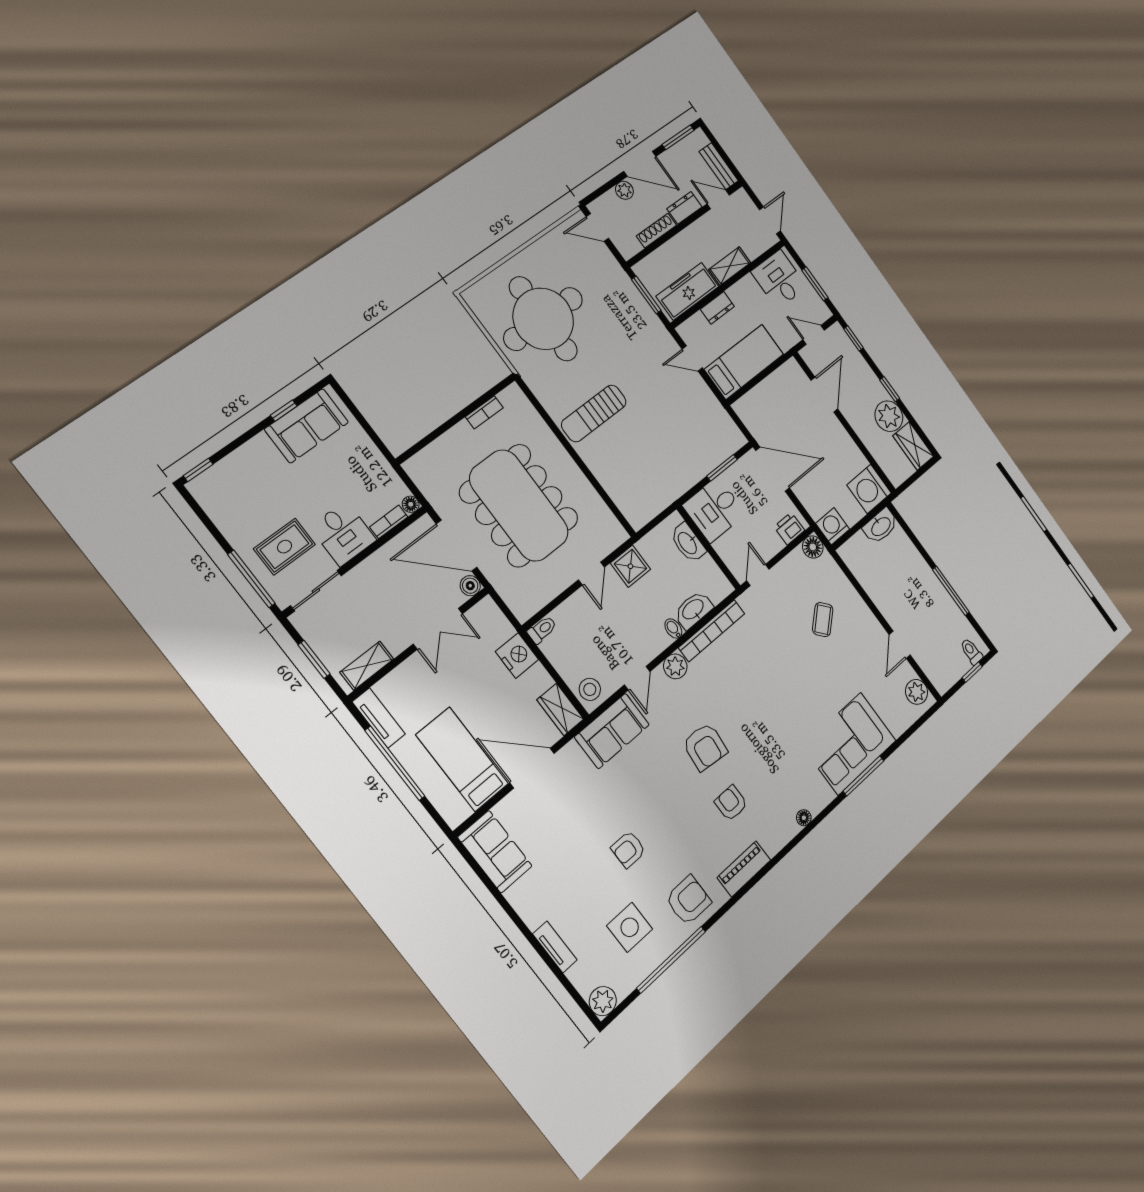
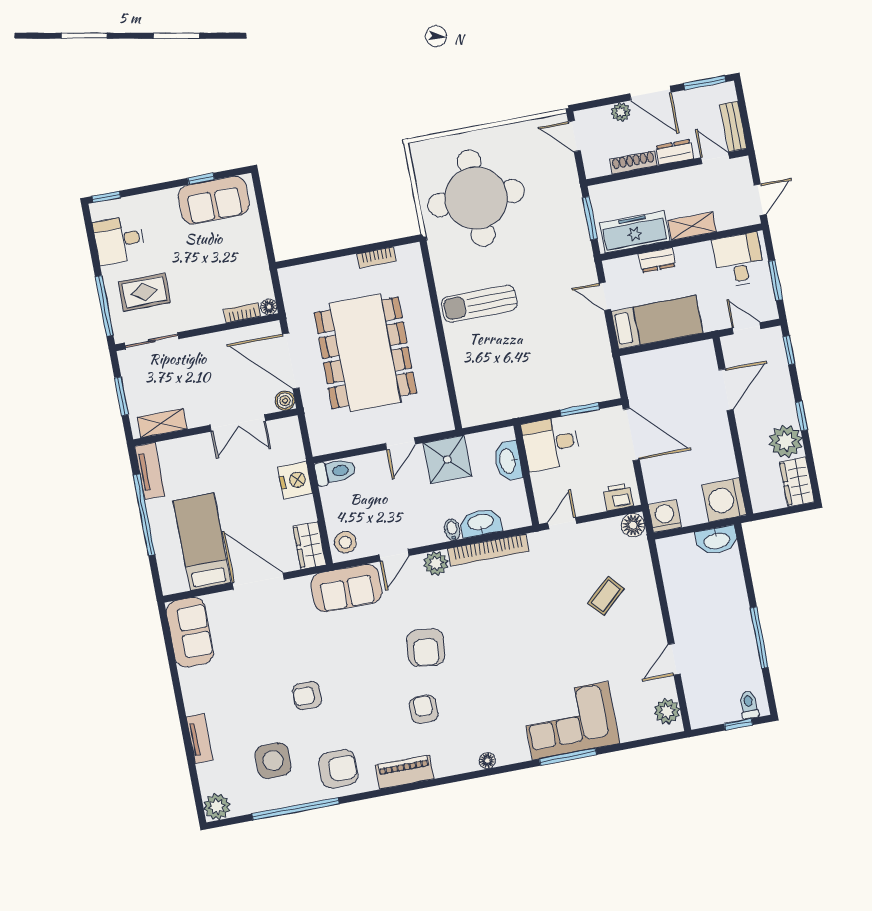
desk: (343, 533) -> (119, 240), moved, turned 90
shower: (630, 566) -> (447, 459), width x1.36, depth x1.36
toilet: (542, 630) -> (335, 472), width x1.37, depth x1.39

